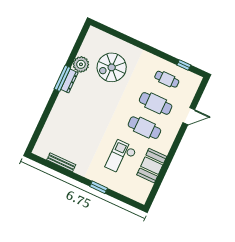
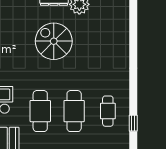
spiral stairs: (112, 67) -> (54, 41), moved

